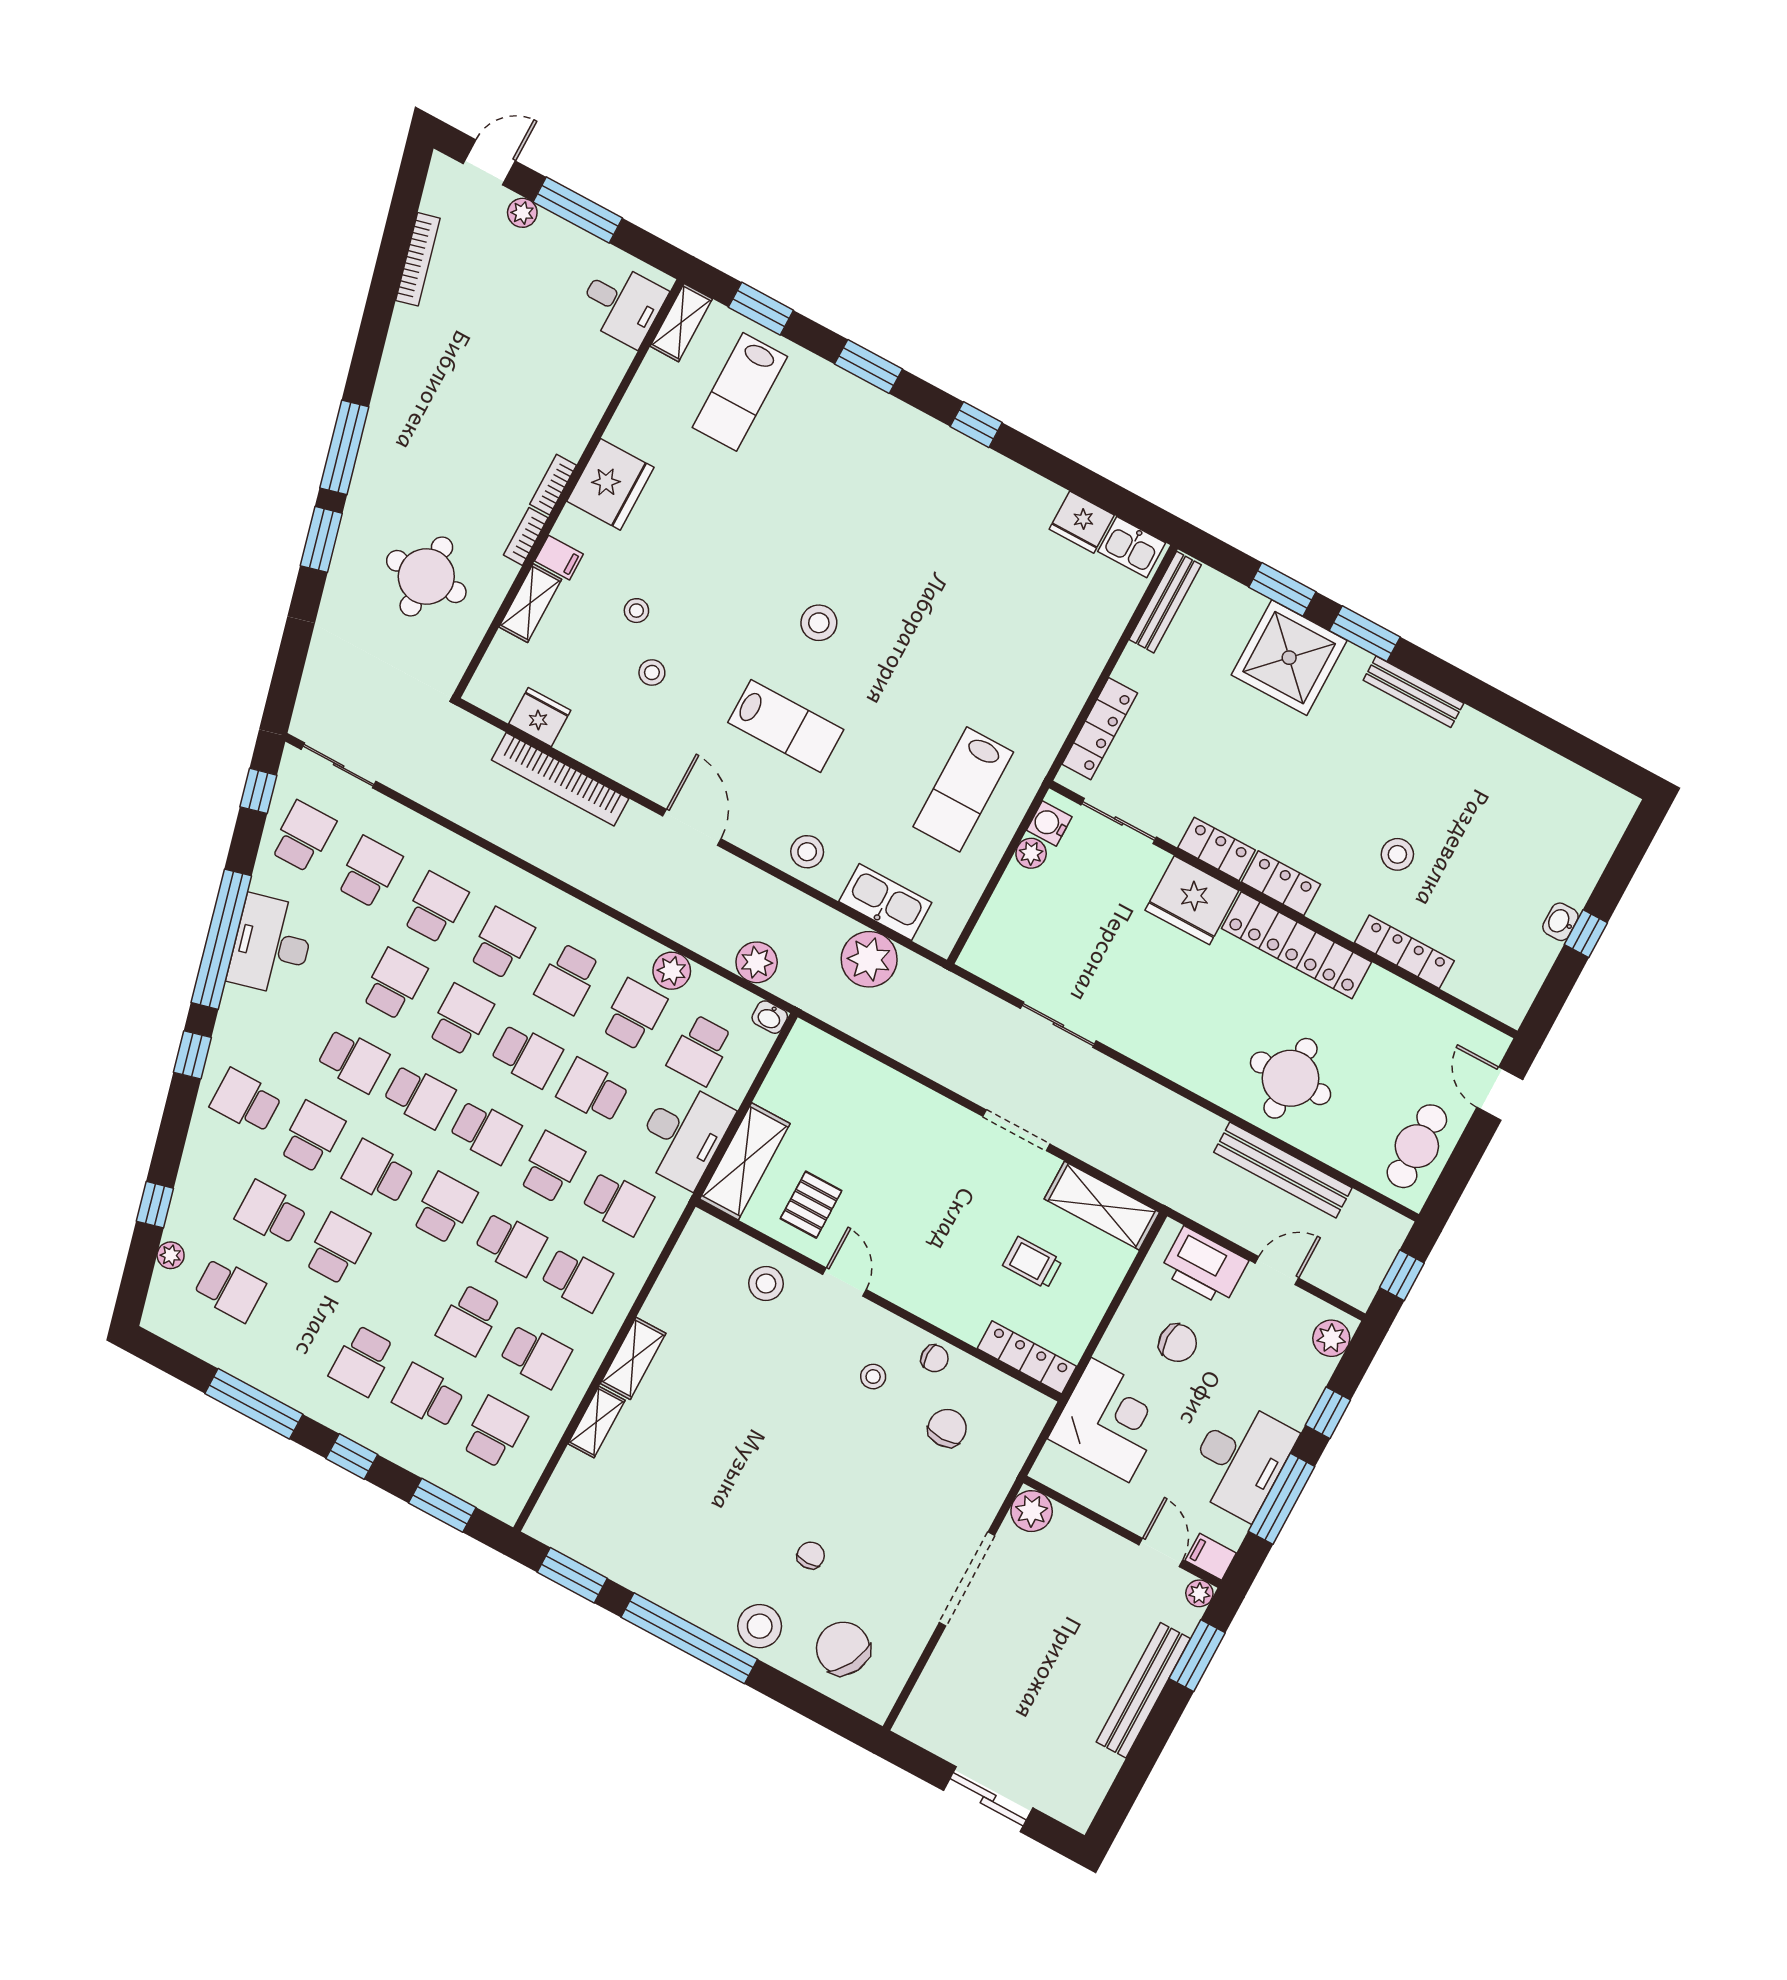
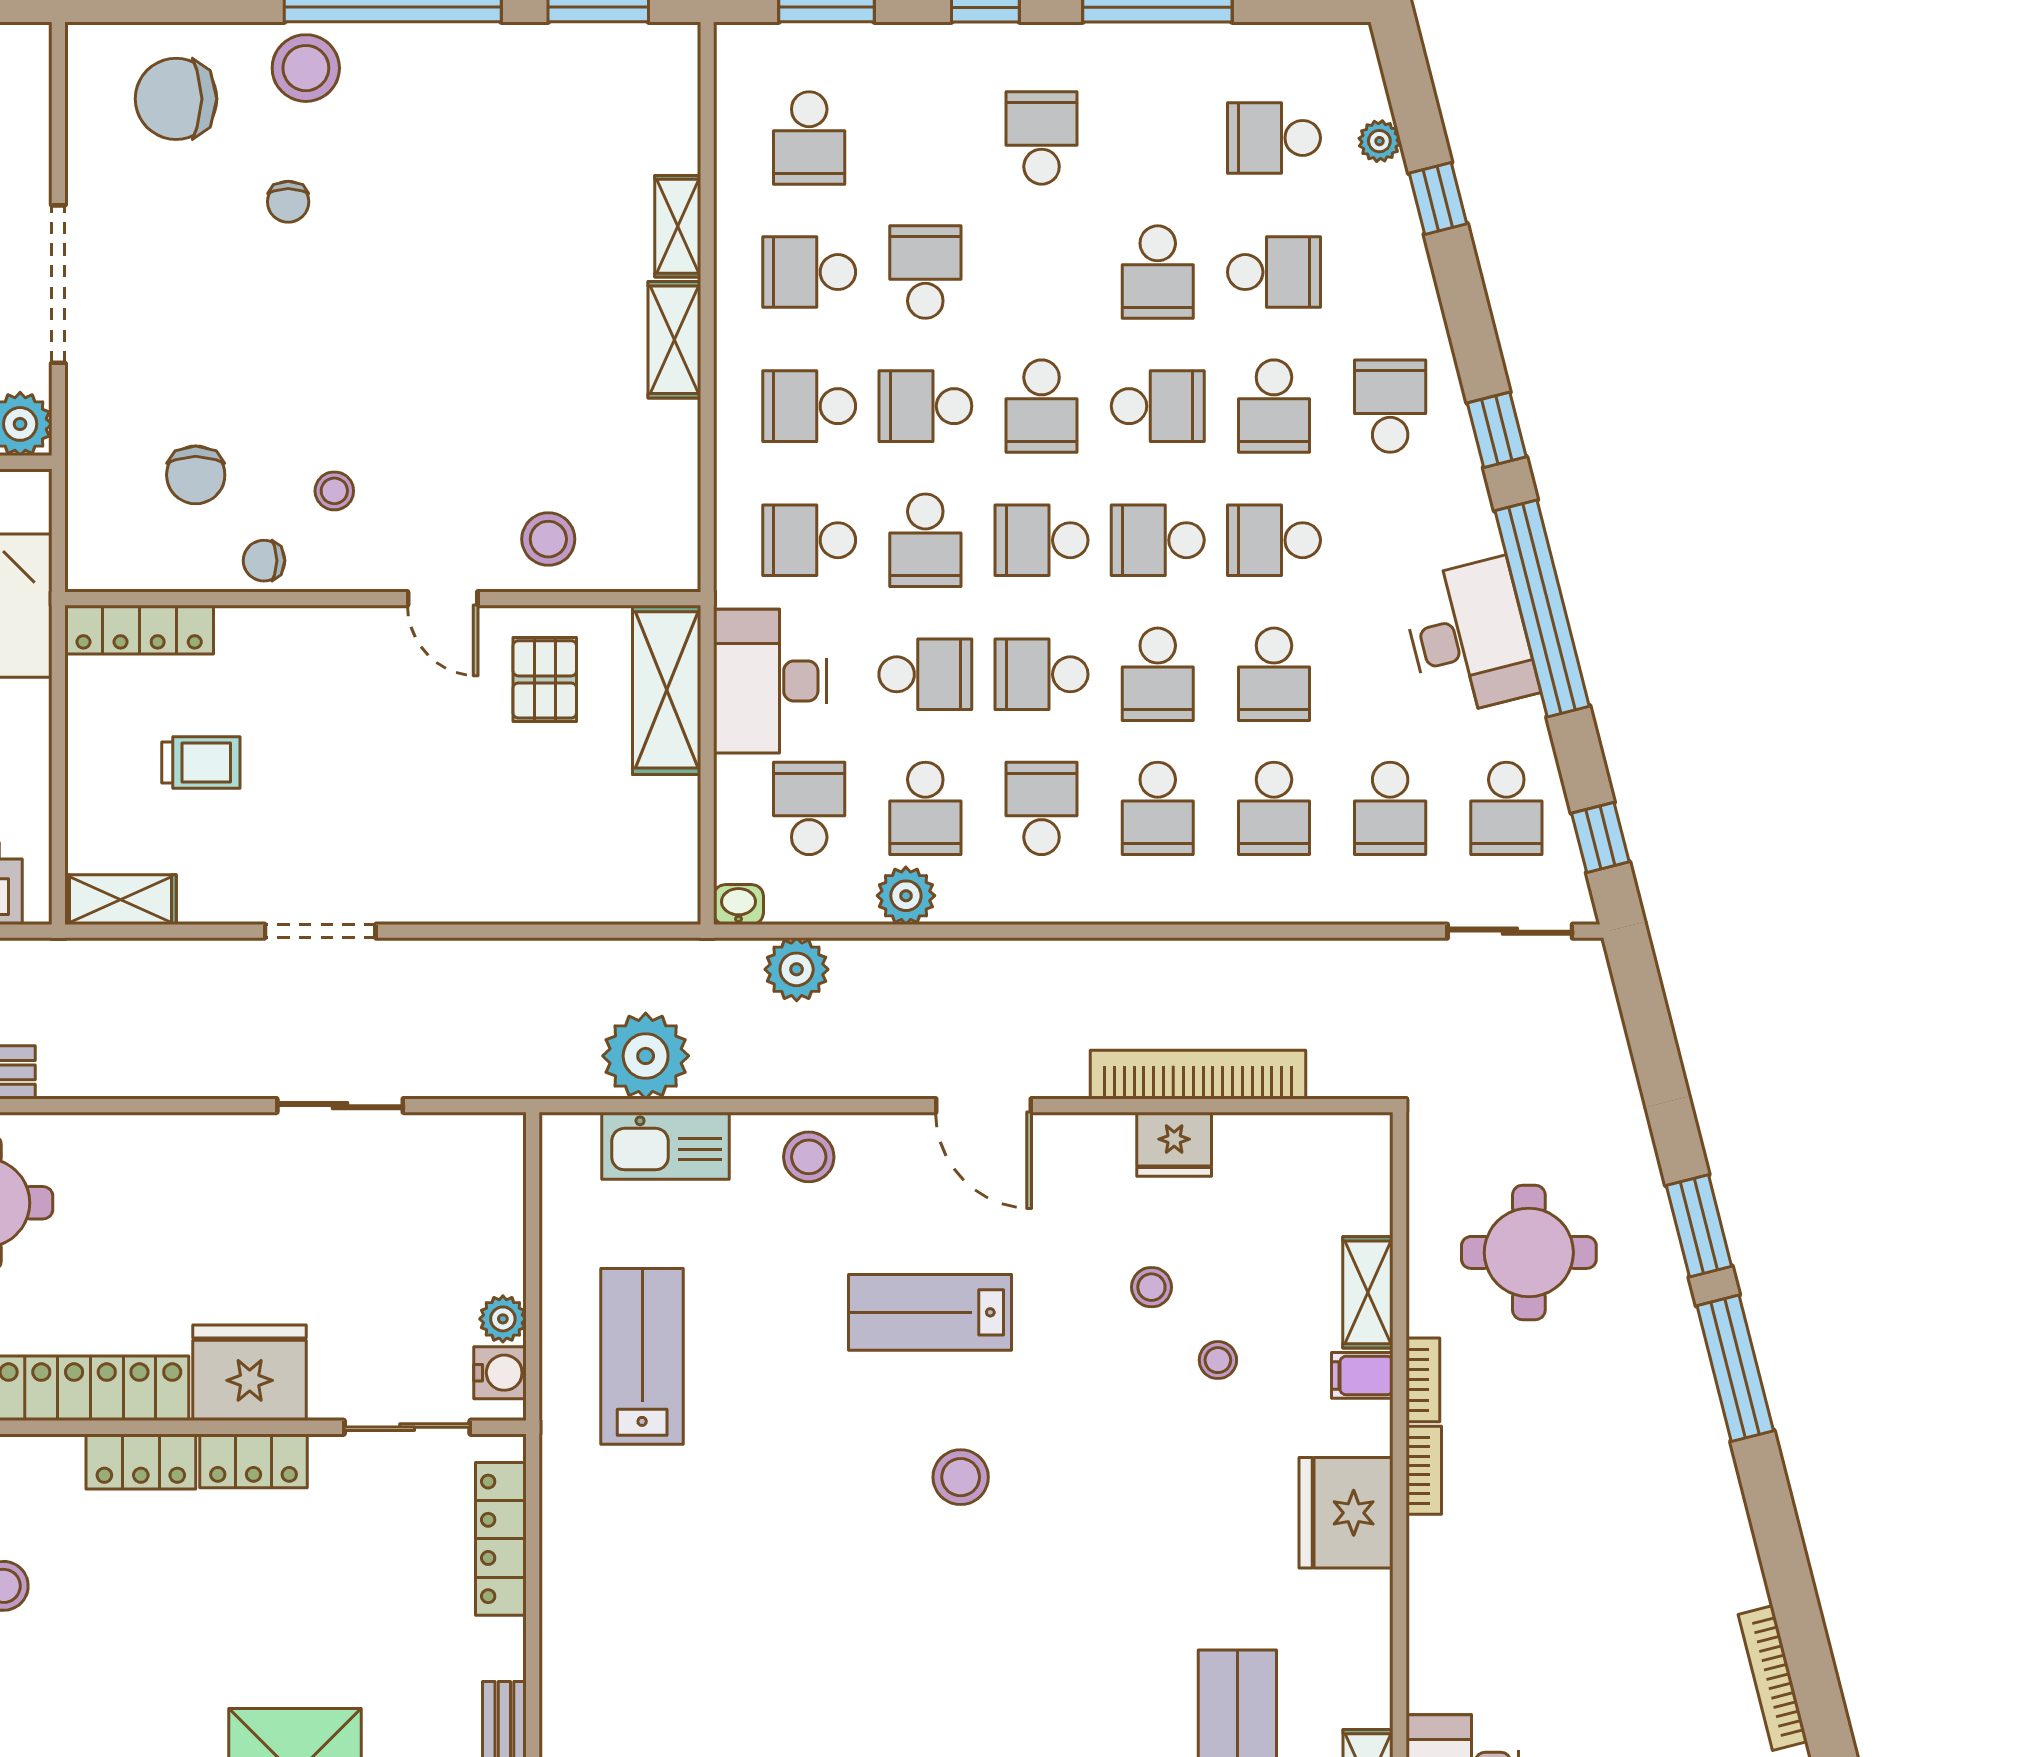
fridge: (540, 717) -> (1174, 1144), moved
school desk: (246, 1101) -> (1390, 406), turned -90
shelving: (1102, 1206) -> (121, 900), width x0.67, depth x0.75
school desk: (428, 1396) -> (925, 138), removed
chair: (843, 1648) -> (176, 99), turned 152

